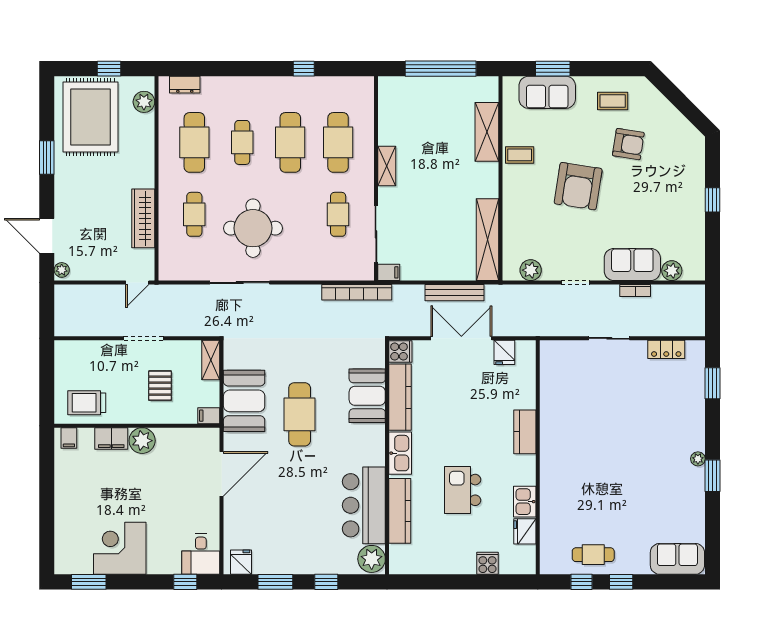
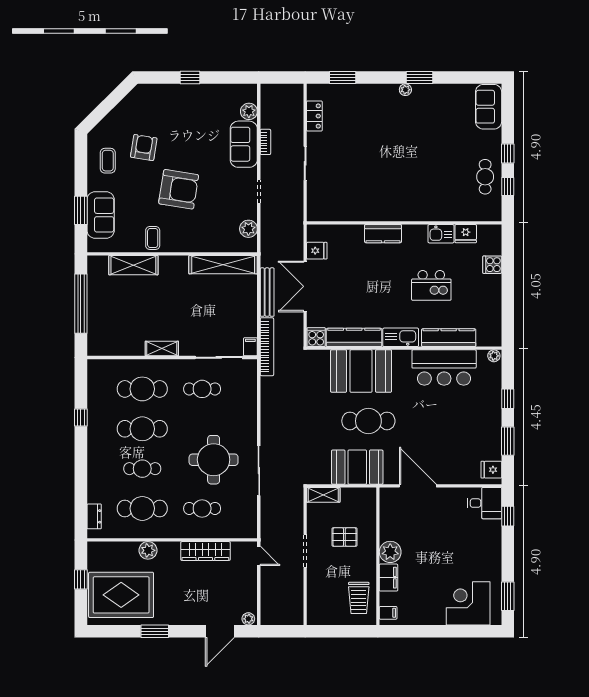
plant: (144, 102) -> (148, 550), moved
bookcase: (357, 292) -> (267, 347), moved
booth: (367, 396) -> (361, 371), width x1.36, depth x1.42
filing cabinet: (209, 416) -> (370, 496), removed
corner desk: (120, 548) -> (468, 603), moved, turned 90
plant: (372, 559) -> (494, 356), width x0.53, depth x0.53

